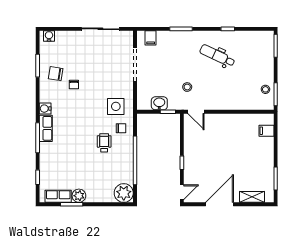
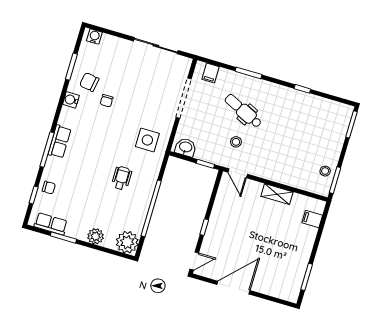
dental chair: (217, 56) -> (243, 111), moved
washbasin: (159, 103) -> (186, 147), moved
water cooler: (45, 109) -> (71, 100), moved
chair: (121, 128) -> (49, 188), moved
plant: (79, 196) -> (96, 236), moved
shelving: (252, 197) -> (277, 194), moved

